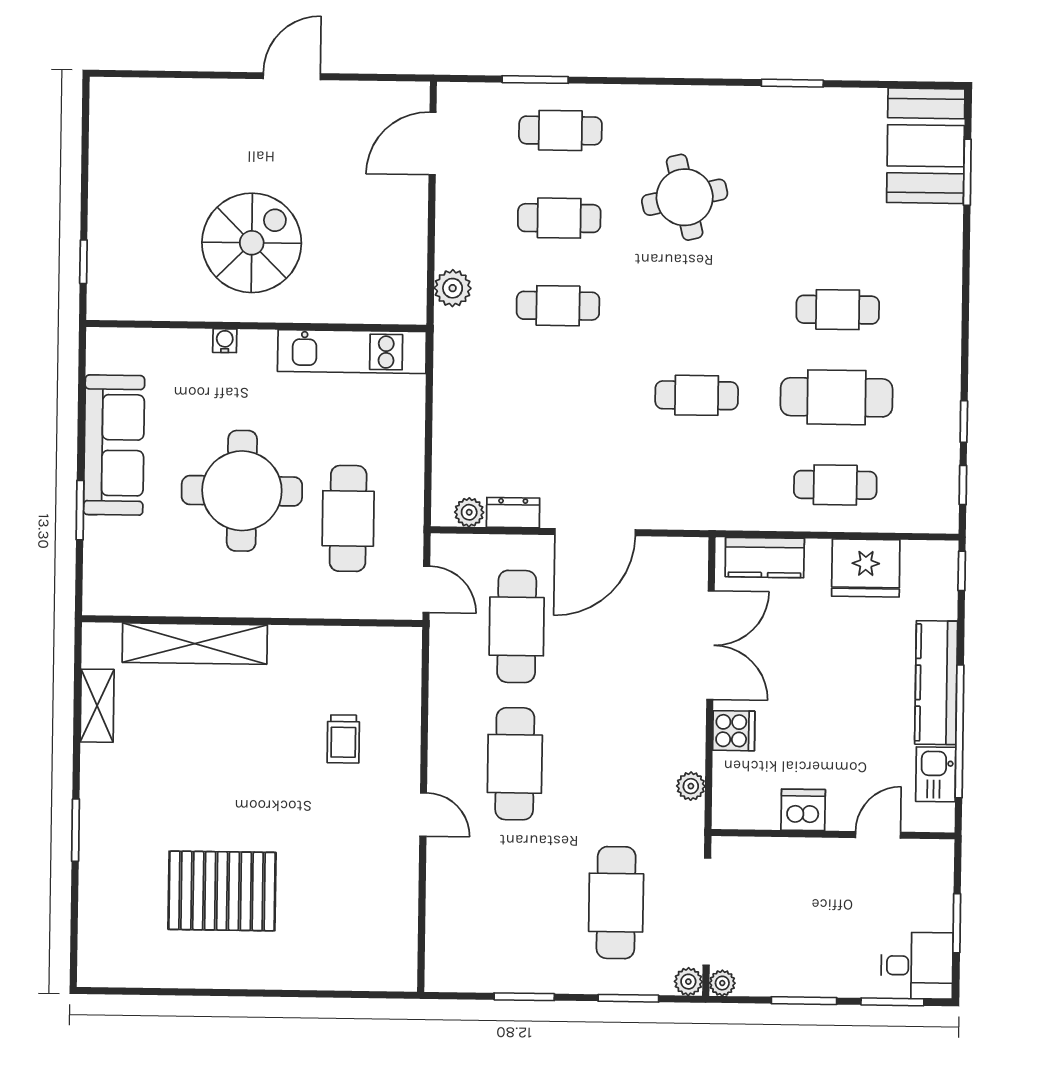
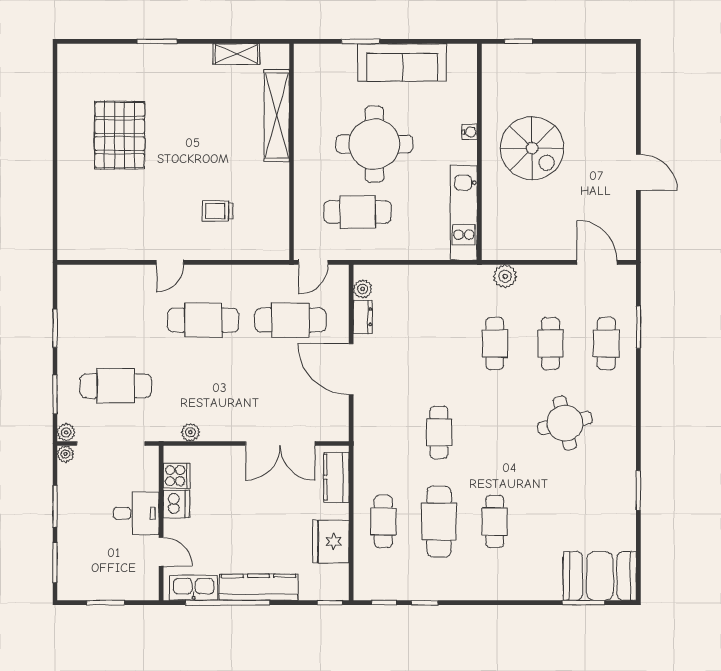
cooker: (734, 731) -> (177, 476), moved, turned -90
kitchen sink: (936, 774) -> (194, 588), width x1.38
desk: (917, 966) -> (136, 513), moved, turned -90

